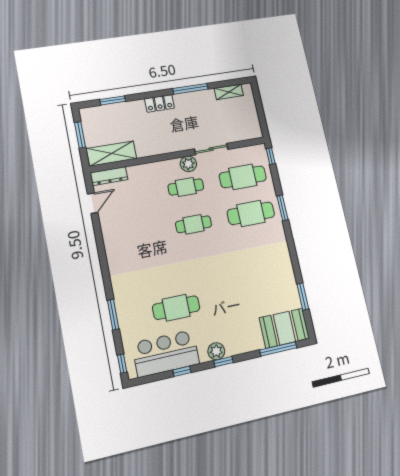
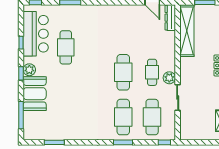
shelving: (112, 154) -> (187, 31), width x1.47
cafe table: (194, 224) -> (123, 72), width x1.37, depth x1.35
booth: (284, 328) -> (35, 94), moved

